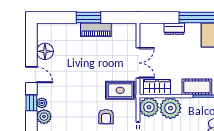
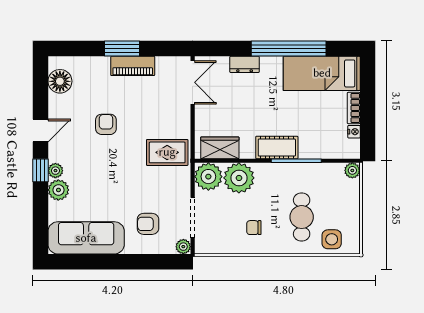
floor lamp: (45, 51) -> (60, 81), moved
double door: (138, 63) -> (193, 82), moved
door: (31, 75) -> (40, 130), hinge flipped
armchair: (106, 117) -> (106, 124), moved, turned 180

